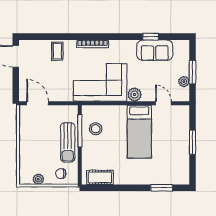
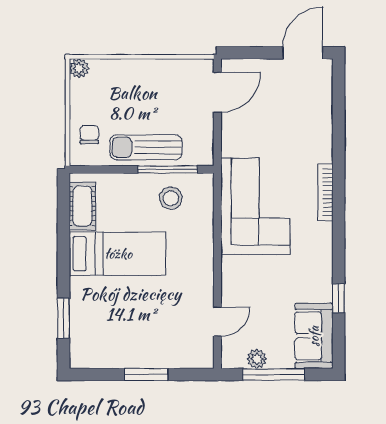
sofa: (155, 50) -> (314, 336), moved
coffee table: (57, 51) -> (312, 128), removed
window: (192, 72) -> (274, 374), width x1.44
plant: (135, 95) -> (233, 269), removed
bed: (139, 132) -> (118, 254), moved, turned 180
plant: (38, 179) -> (79, 68), moved

